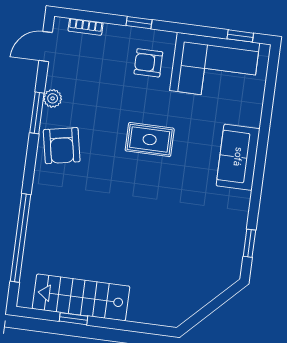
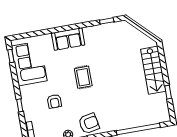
armchair: (148, 63) -> (54, 101), moved
rug: (150, 140) -> (83, 77), moved
stairs: (81, 297) -> (153, 70), moved

